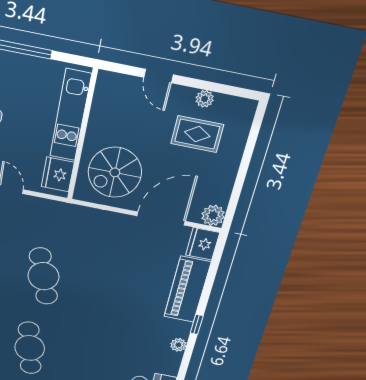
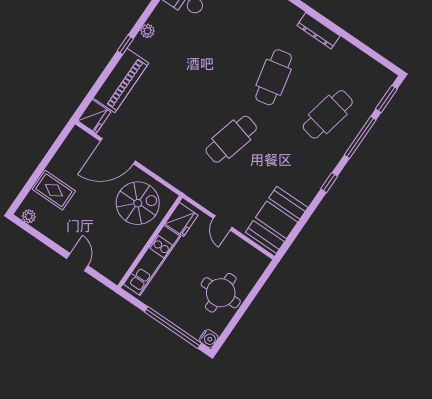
plant: (205, 99) -> (29, 216), moved
rug: (197, 134) -> (54, 190), moved
plant: (213, 215) -> (77, 137), removed
cafe table: (43, 276) -> (231, 139), turned 33

